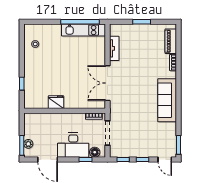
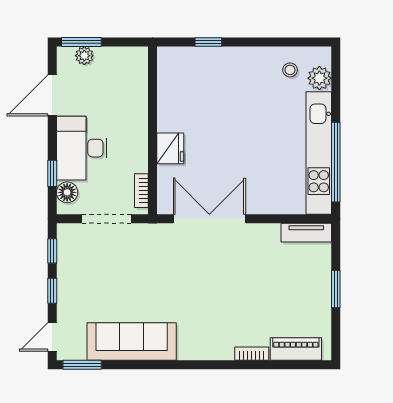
plant: (39, 30) -> (319, 78), added
kitchen unit: (84, 30) -> (319, 153), width x1.36
tv unit: (114, 48) -> (306, 233), moved
sofa: (167, 100) -> (132, 342), moved
fridge: (56, 102) -> (170, 148), moved

